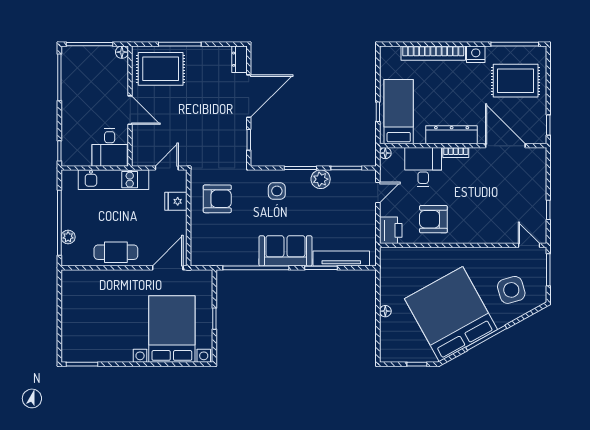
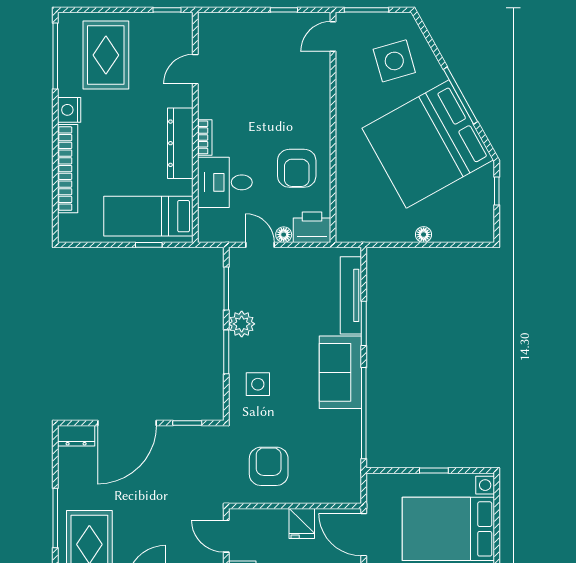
door: (249, 96) -> (127, 423), swing flipped
door: (505, 146) -> (195, 69), width x0.53
floor lamp: (385, 153) -> (284, 235), moved
fridge: (176, 201) -> (302, 523), moved

